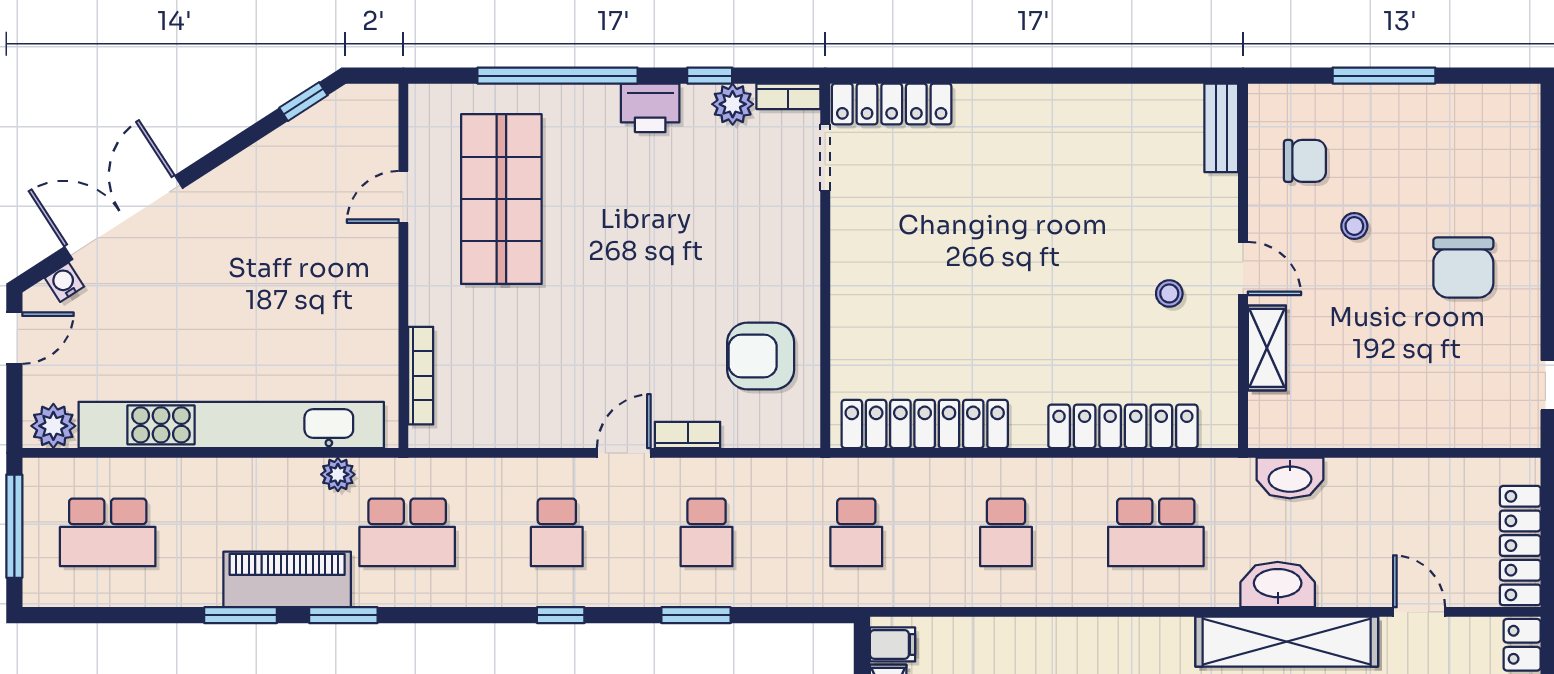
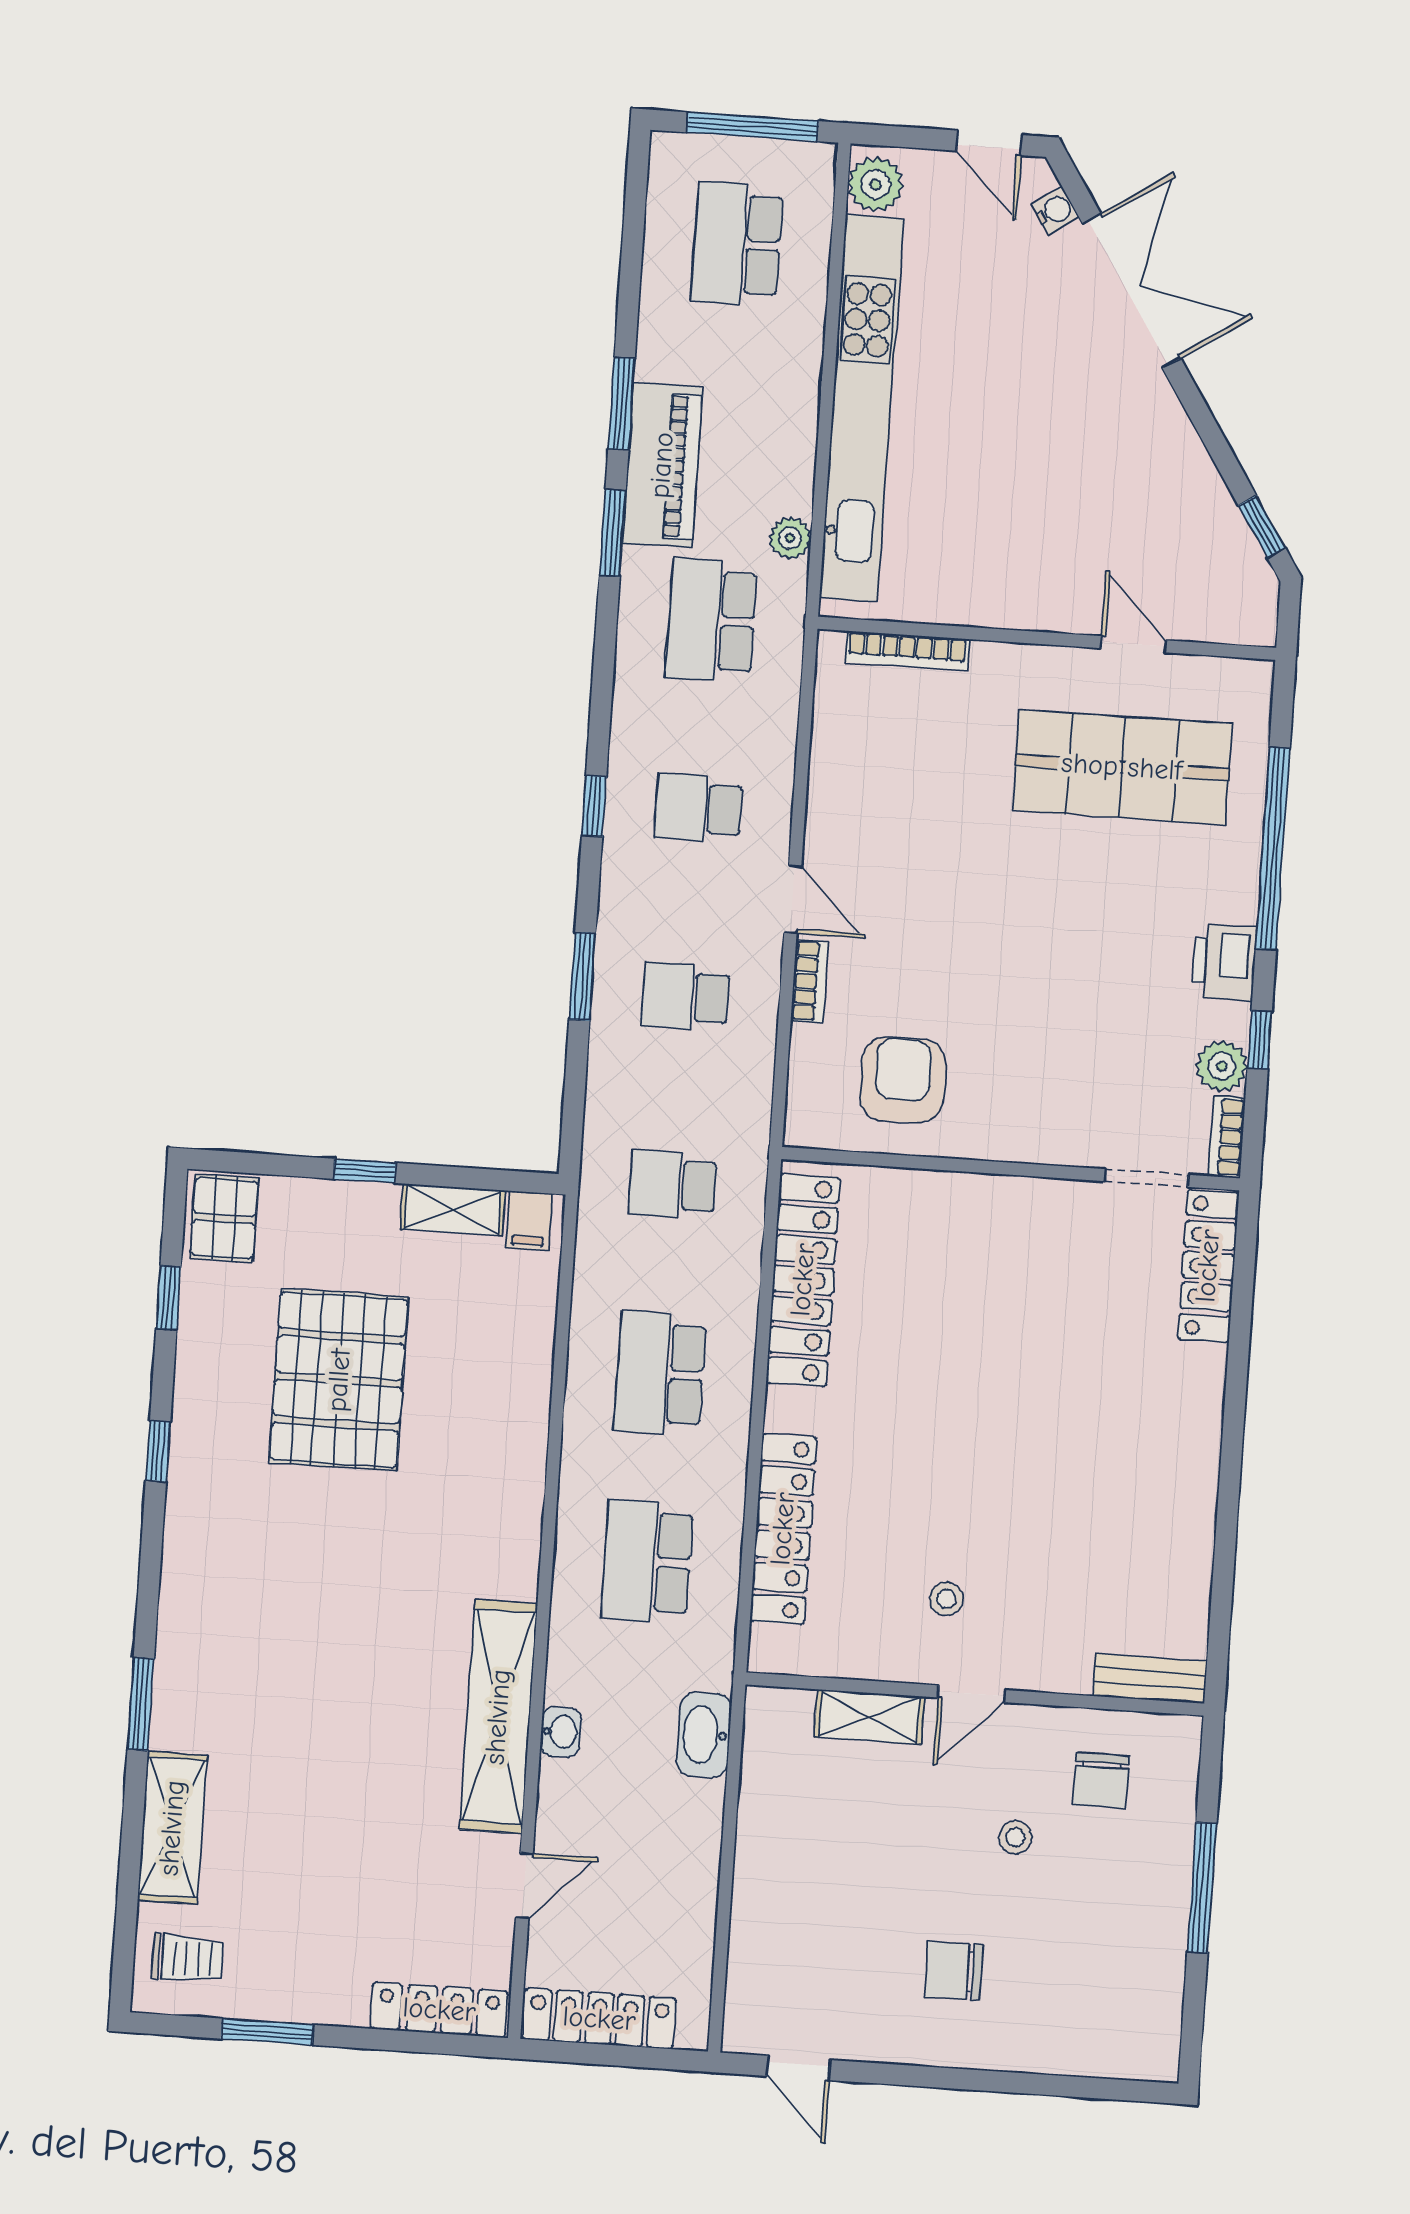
chair: (1463, 268) -> (954, 1971), width x0.73, depth x0.73
school desk: (1006, 532) -> (660, 1373), width x1.85
washbasin: (1278, 584) -> (561, 1732), width x0.52, depth x0.69

